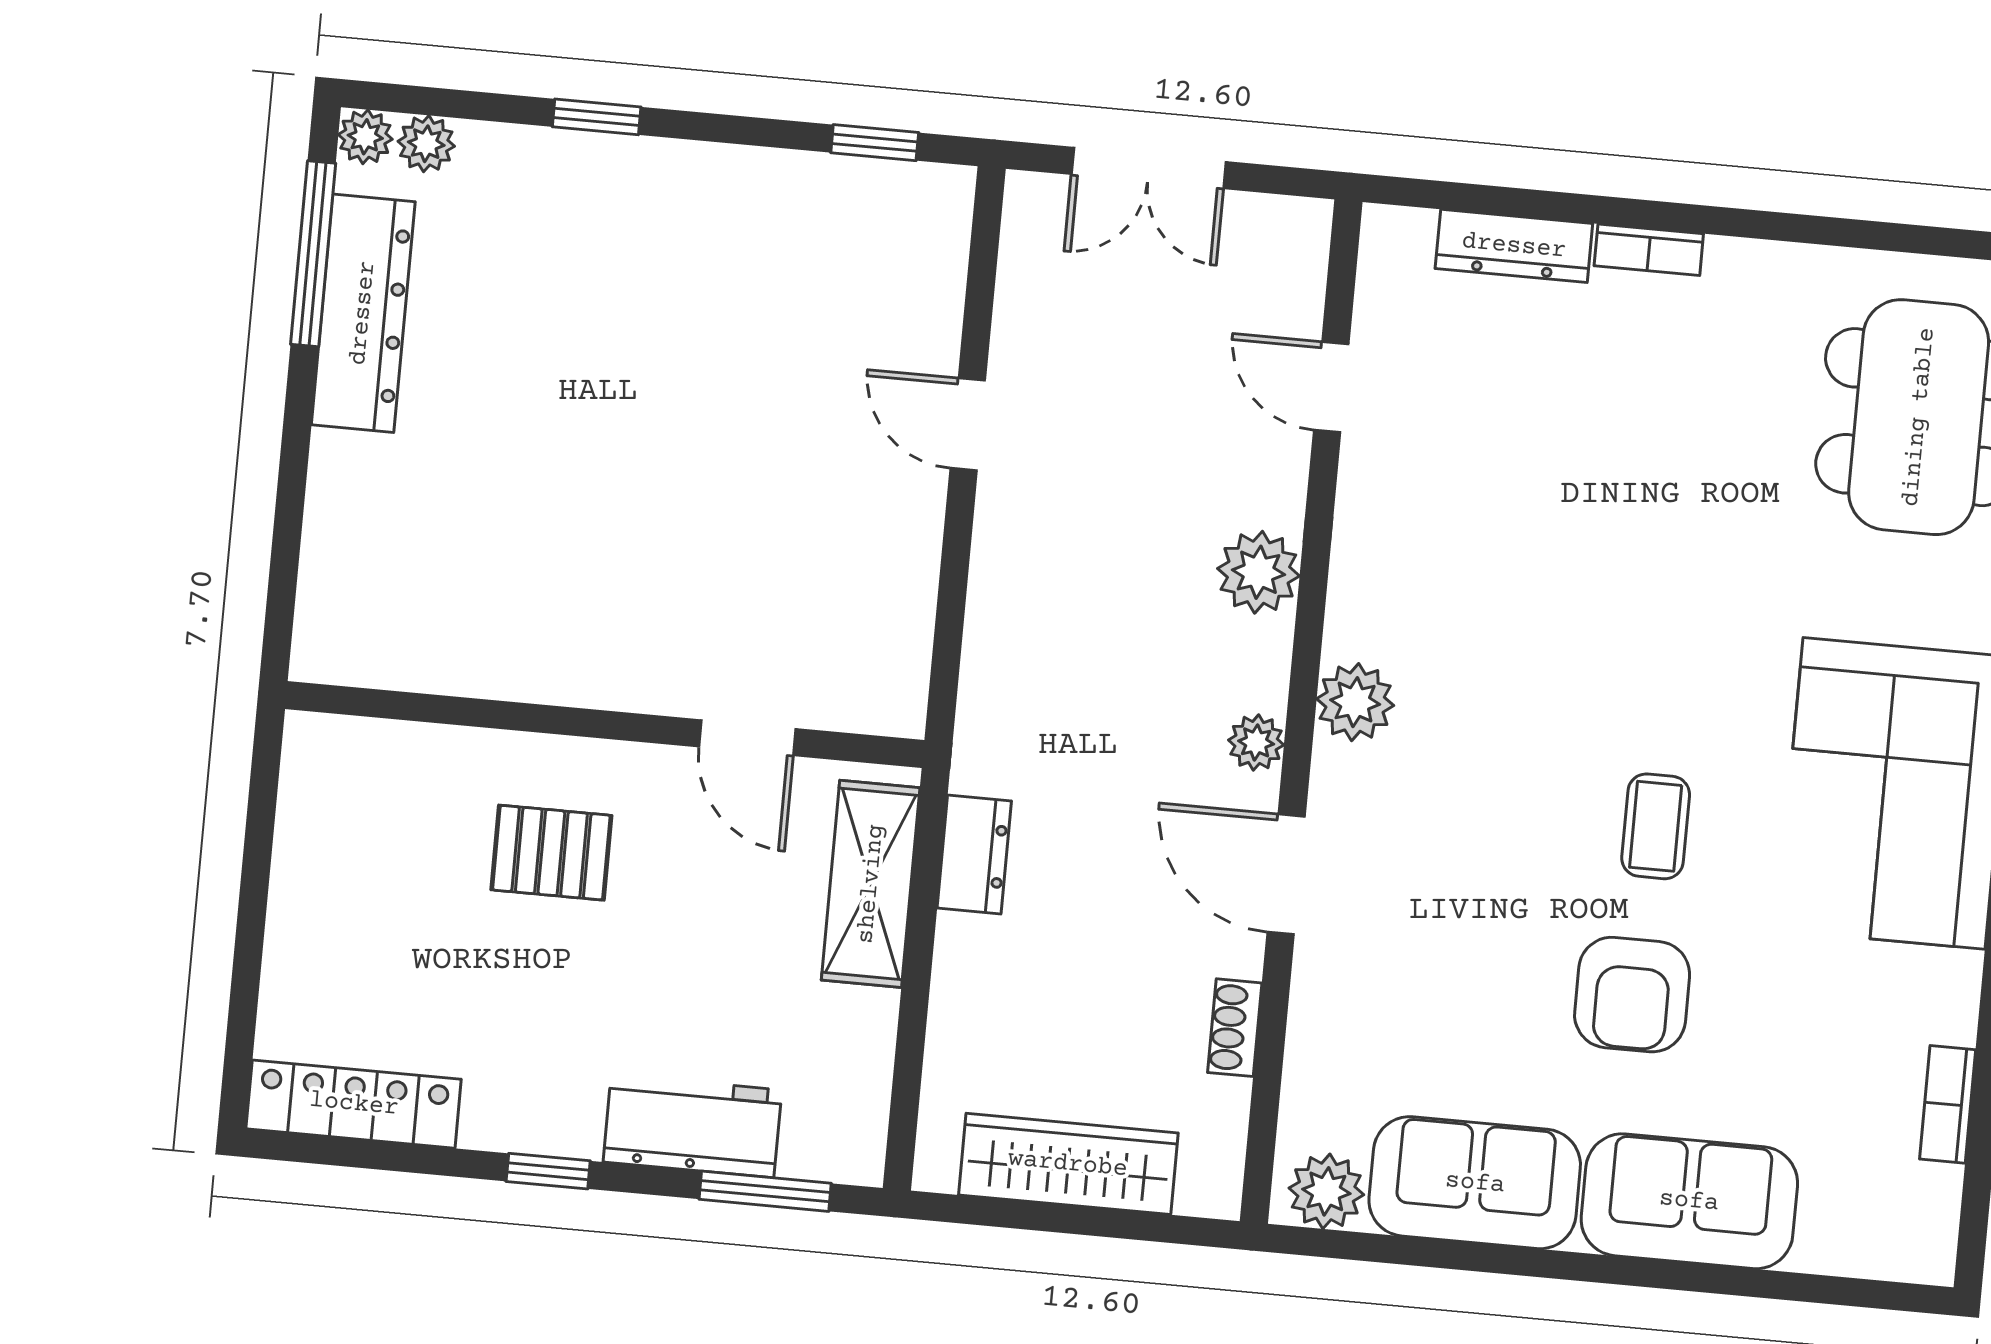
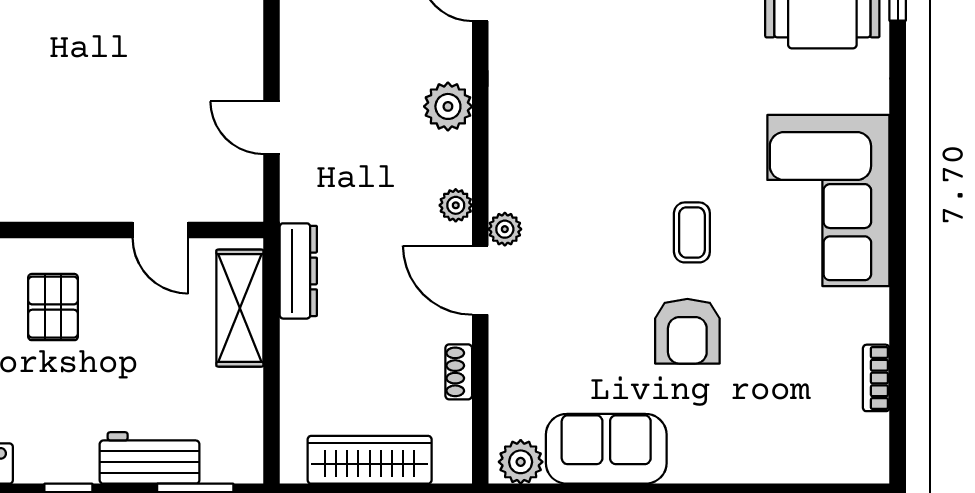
door: (968, 424) -> (271, 128), moved
plant: (1355, 702) -> (505, 229), moved, width x0.73, depth x0.73
pallet: (551, 853) -> (53, 307), turned 90
dresser: (974, 854) -> (298, 271), width x1.44
sofa: (1689, 1201) -> (732, 448), removed

